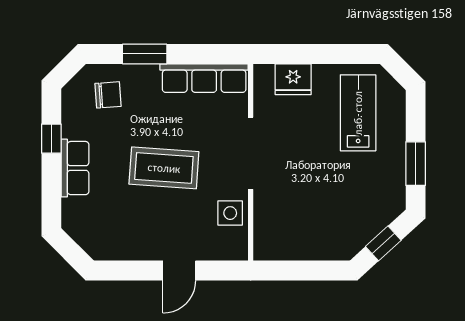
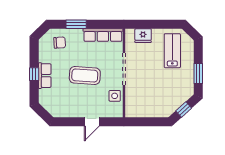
window: (51, 139) -> (34, 74), moved

